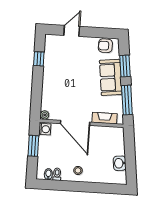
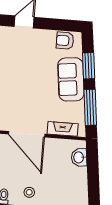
washbasin: (120, 163) -> (79, 157), moved

